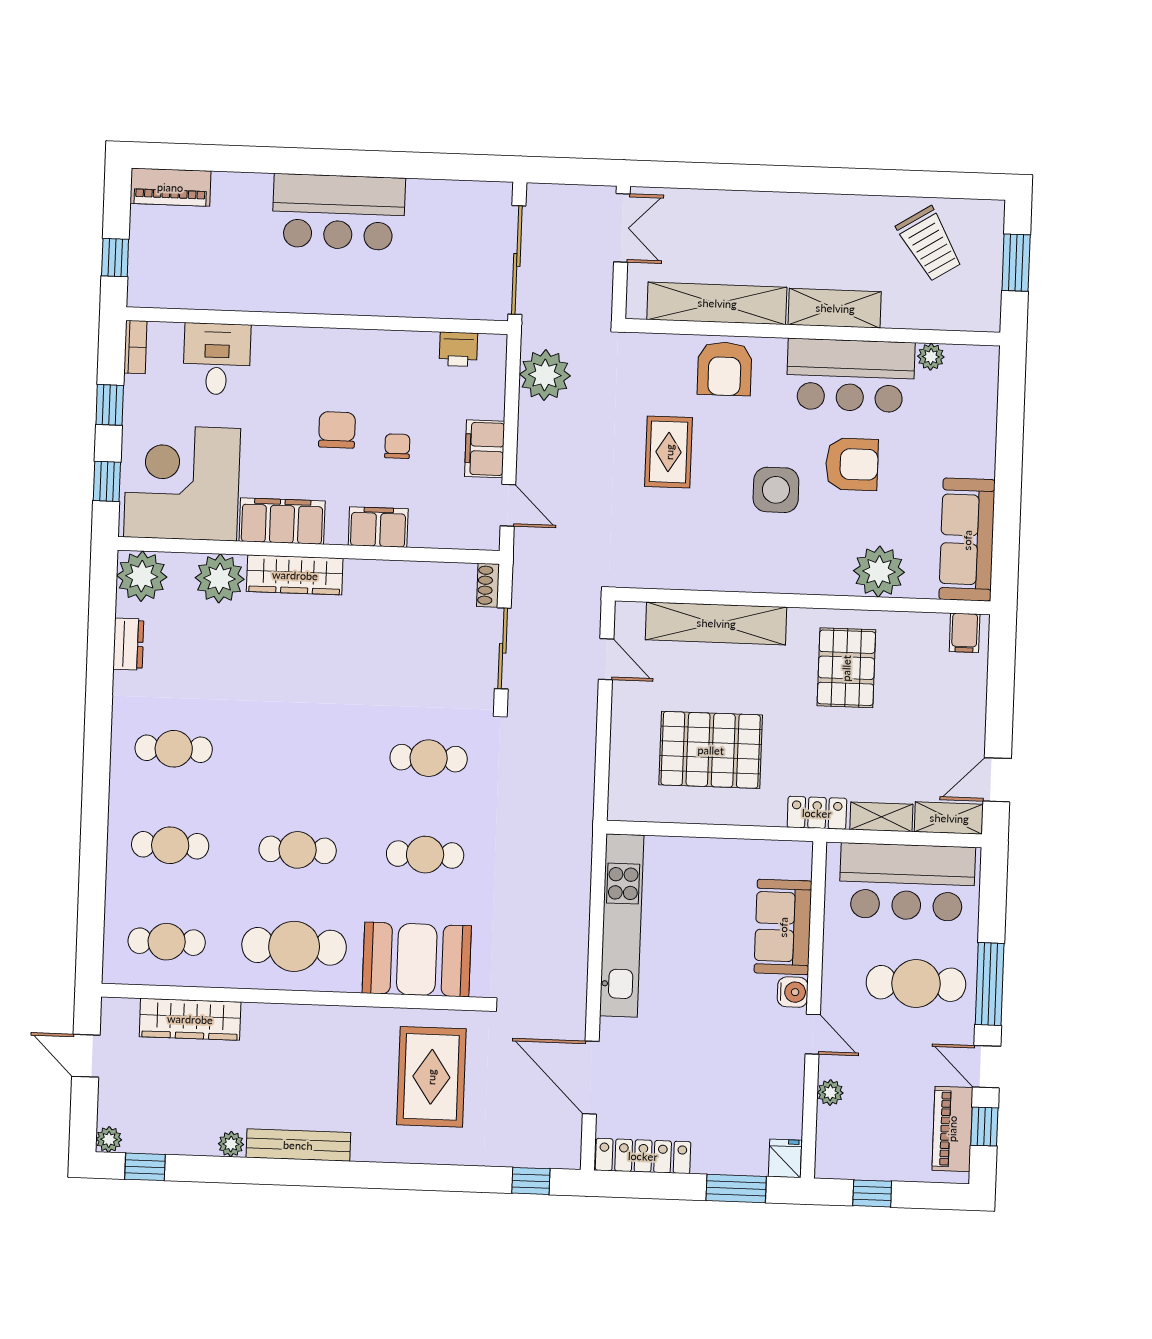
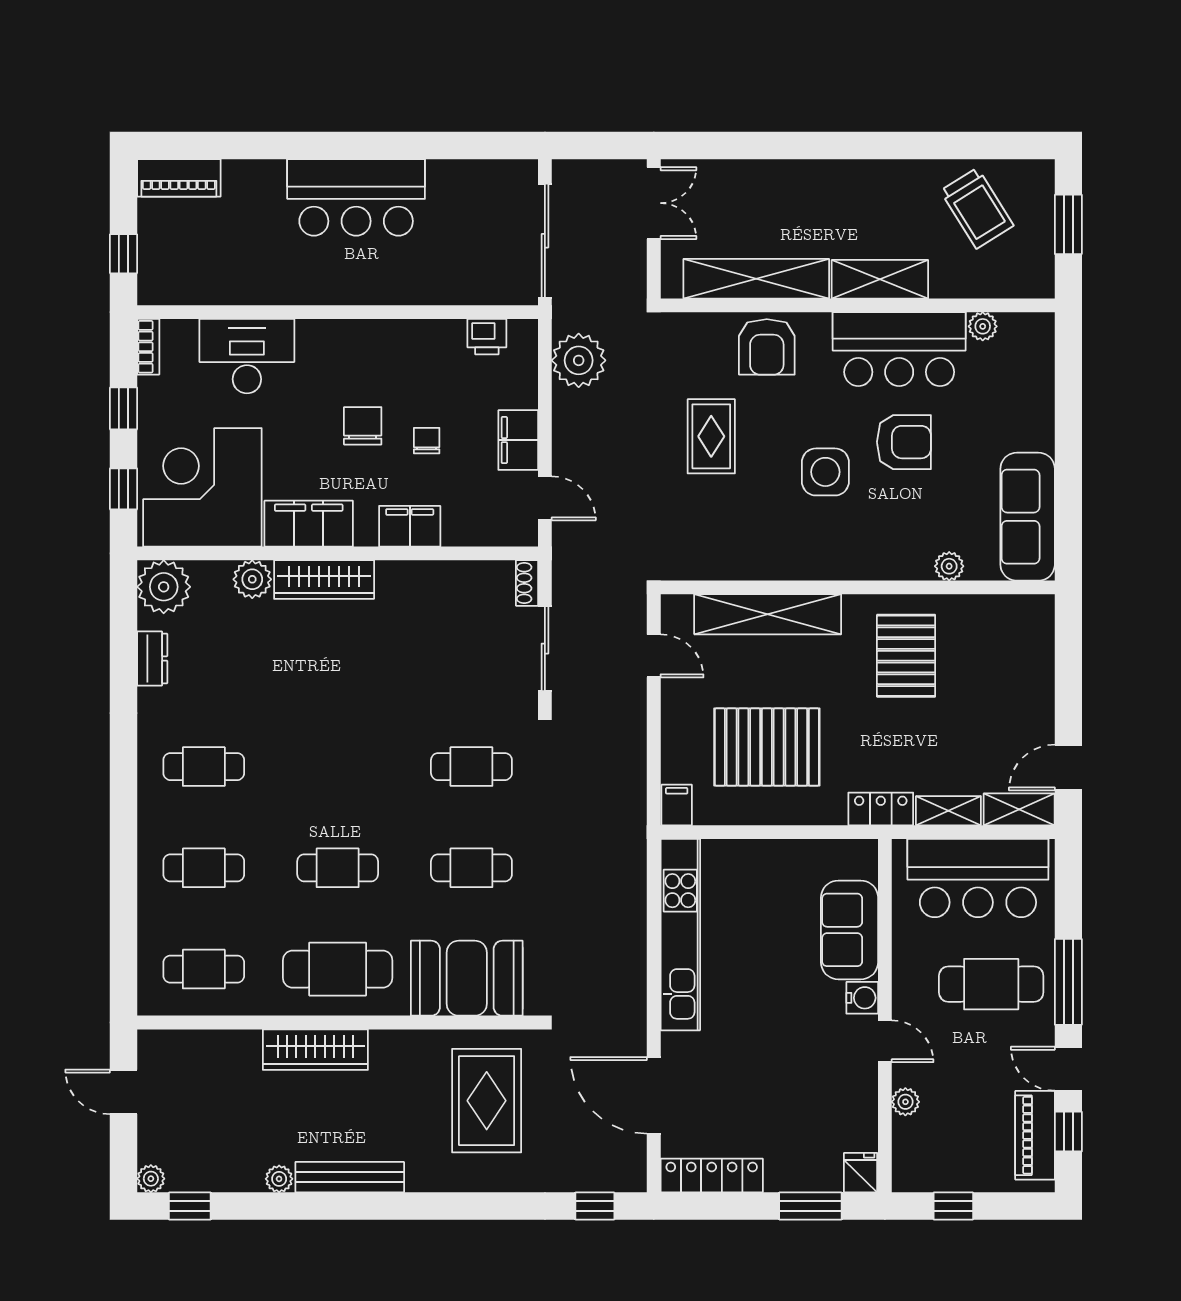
desk: (217, 359) -> (247, 356), width x1.37
plant: (879, 572) -> (949, 566), width x0.53, depth x0.53
plant: (220, 578) -> (252, 579), width x0.73, depth x0.73
filing cabinet: (965, 633) -> (677, 805), moved, turned 180
wardrobe: (190, 1019) -> (315, 1050), moved

